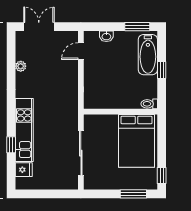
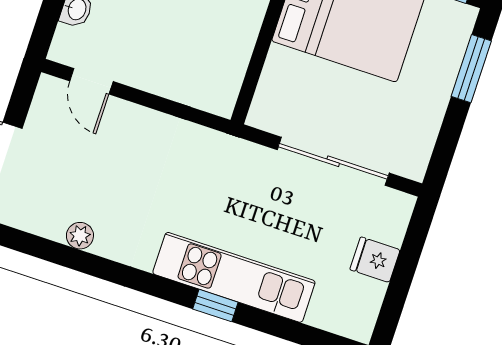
window: (11, 145) -> (215, 306), moved
fridge: (24, 170) -> (375, 260), moved, turned -90

